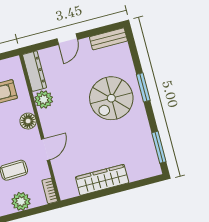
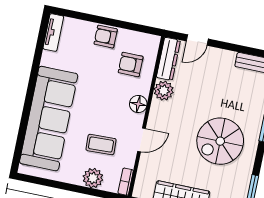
door: (67, 39) -> (197, 40), moved
spiral stairs: (111, 98) -> (220, 141), moved

